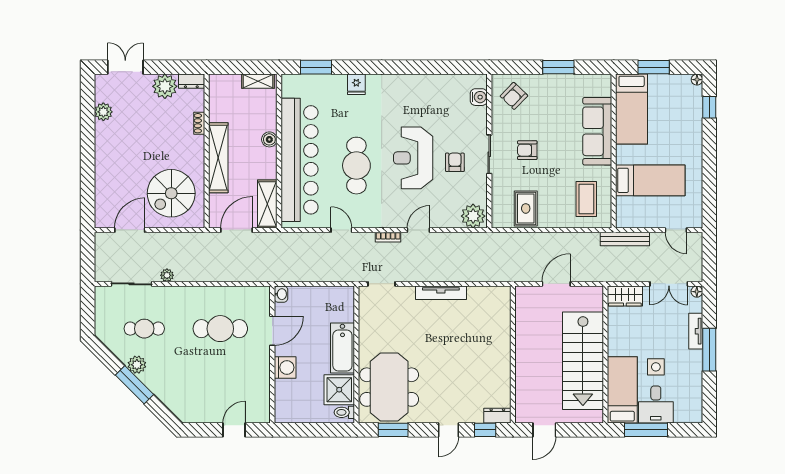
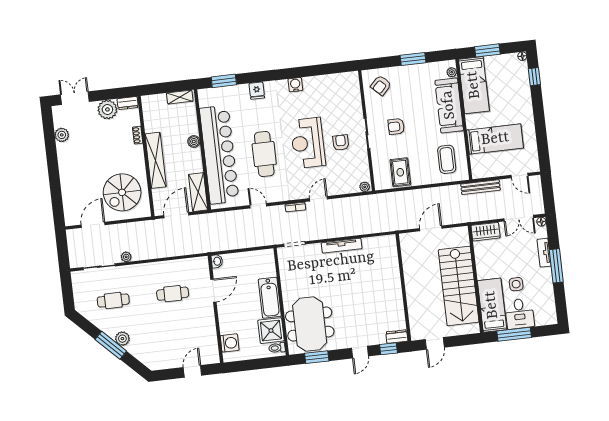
plant: (605, 90) -> (452, 72), added
water cooler: (479, 97) -> (295, 85), moved, turned -90
plant: (473, 216) -> (365, 187), width x0.53, depth x0.53
cafe table: (220, 329) -> (173, 294), width x0.73, depth x0.74
plant: (137, 365) -> (122, 339), moved
washing machine: (285, 367) -> (230, 343), moved

